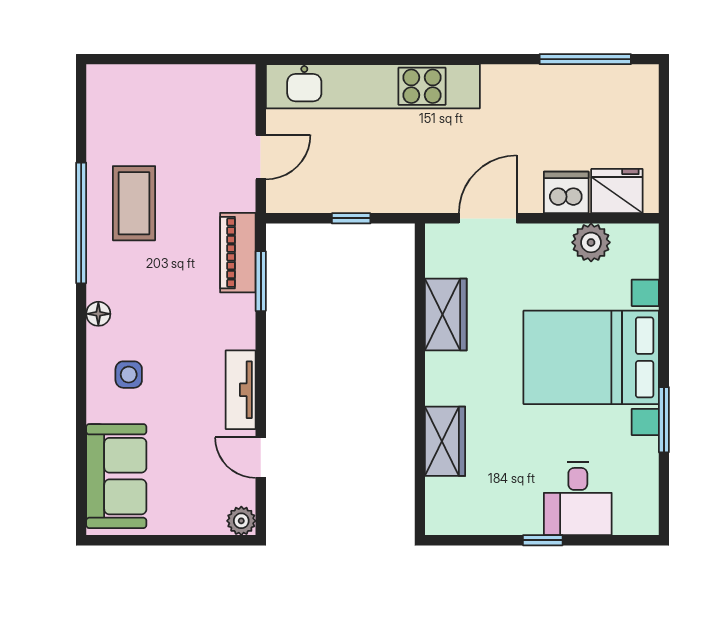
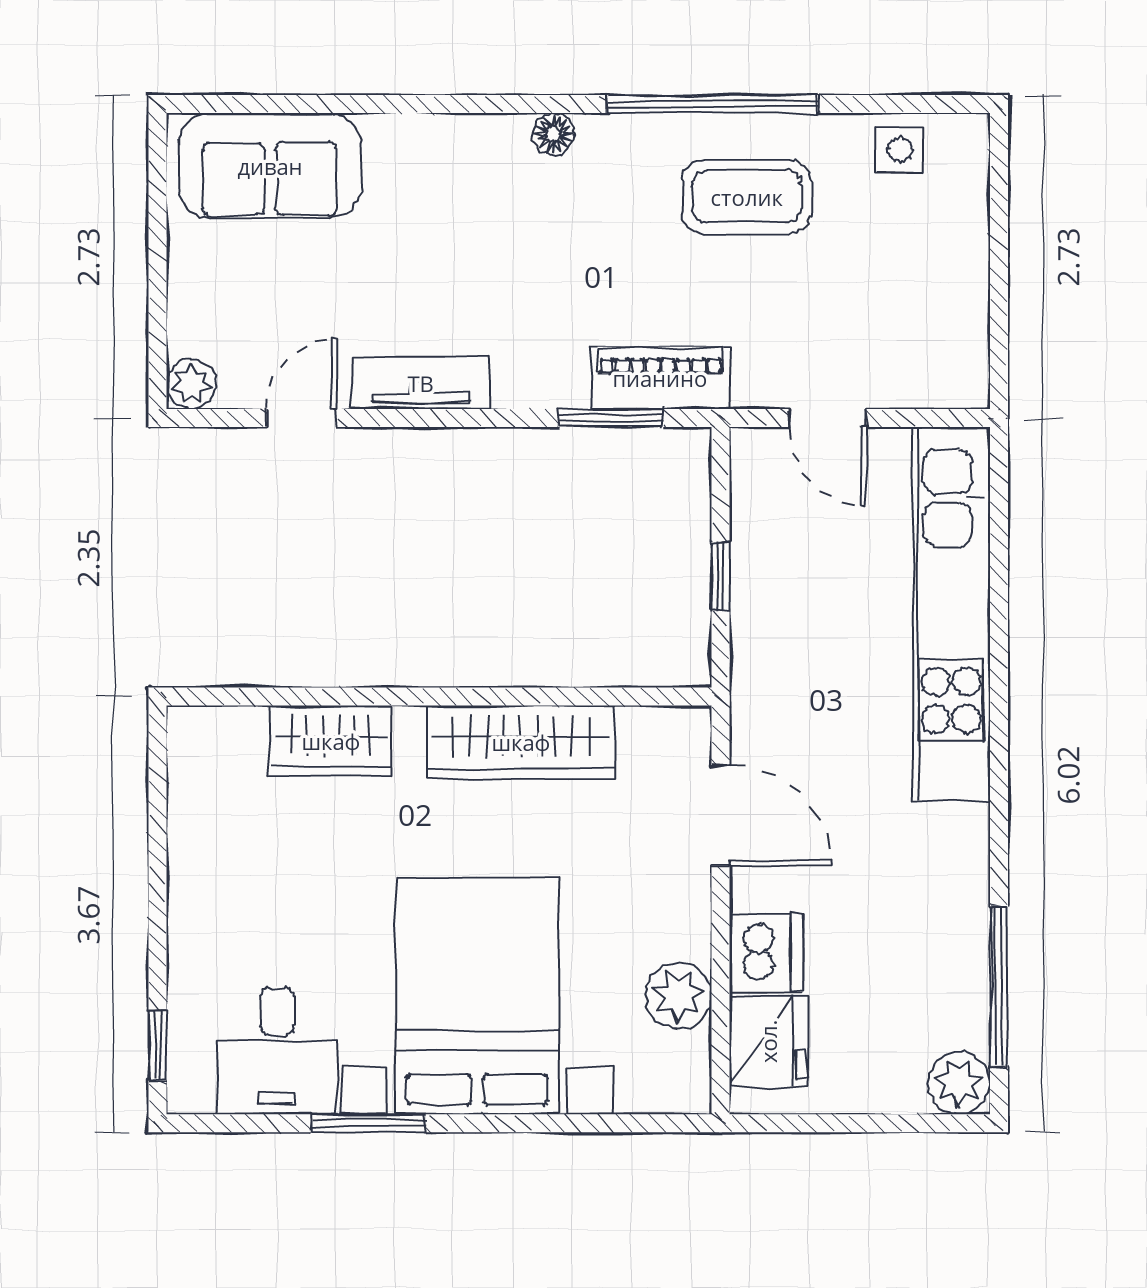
plant: (641, 82) -> (959, 1083), added
wardrobe: (446, 314) -> (521, 742), width x1.50
side table: (129, 375) -> (900, 150), moved
desk: (578, 499) -> (277, 1050), moved, turned -90
window: (543, 540) -> (157, 1045), moved

